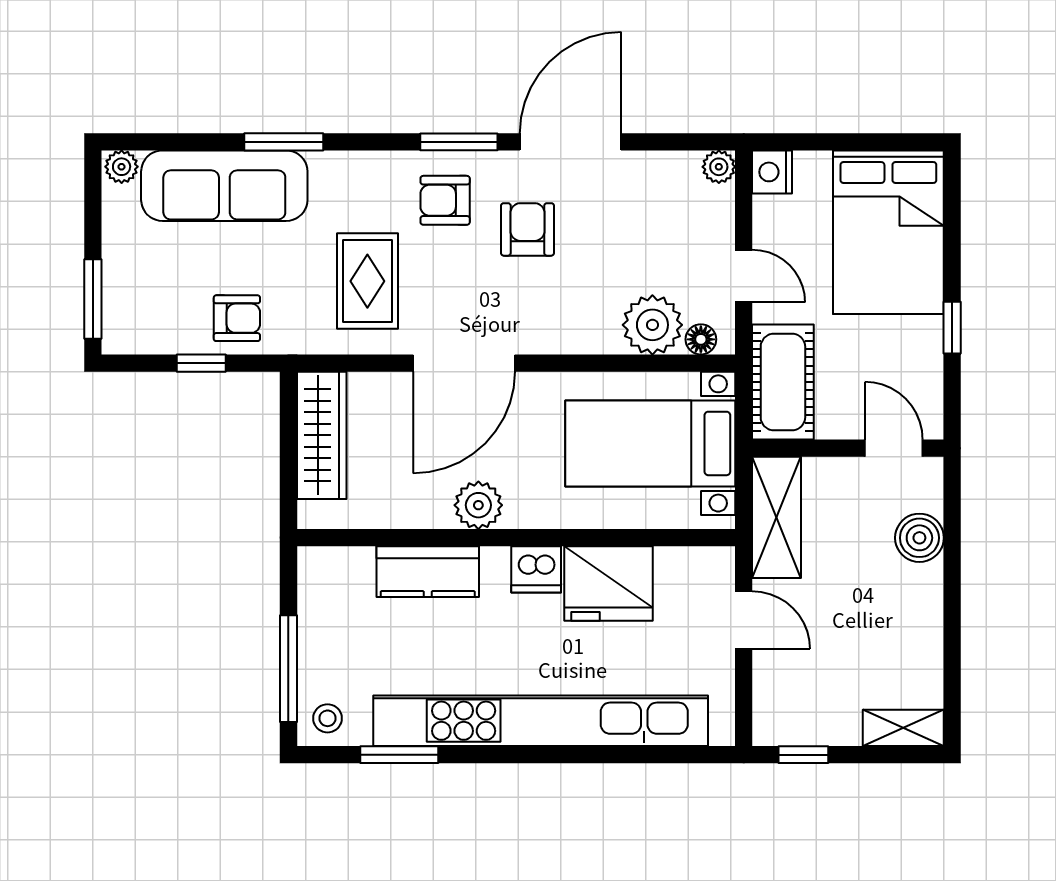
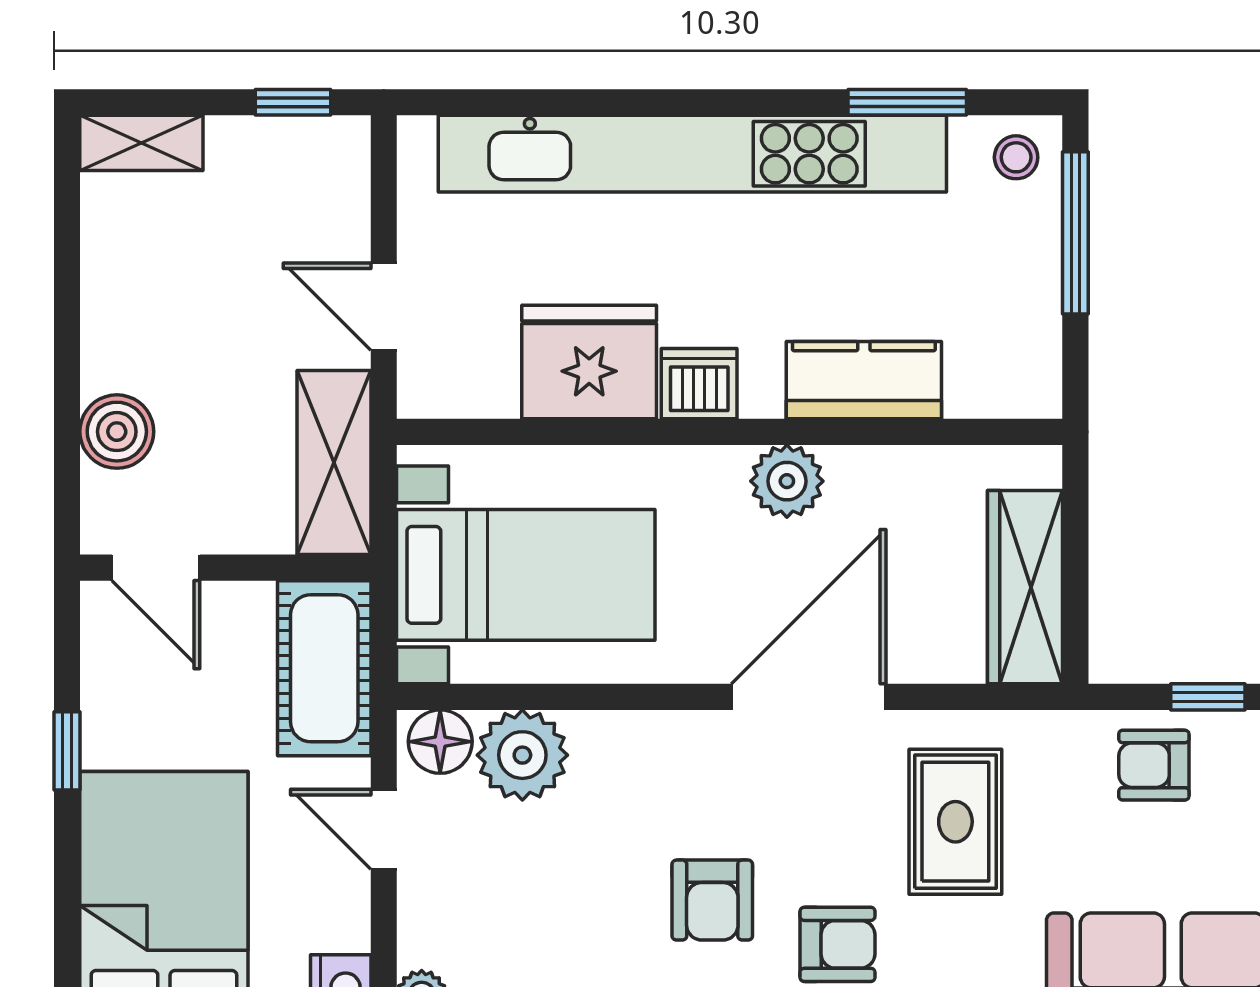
floor lamp: (701, 339) -> (440, 742), width x1.37, depth x1.37

